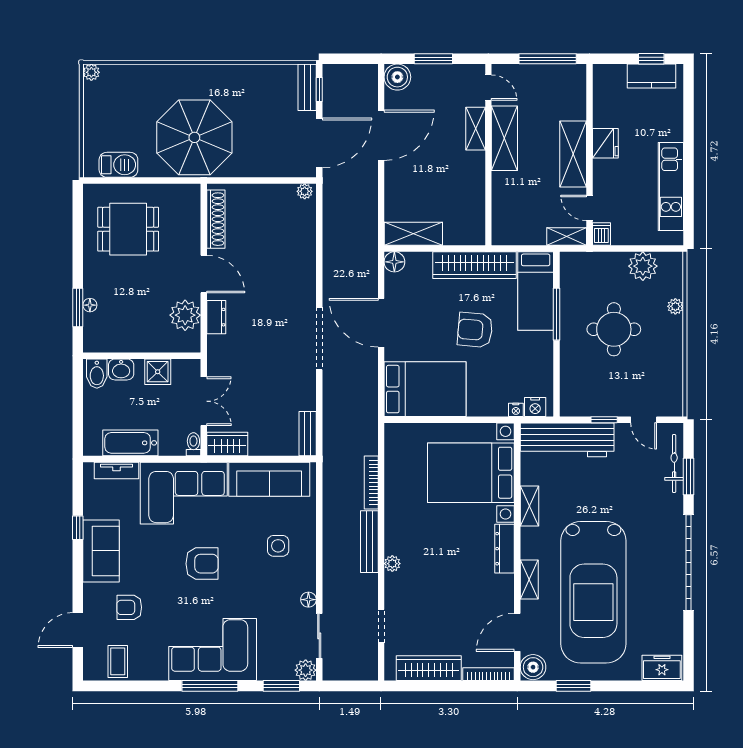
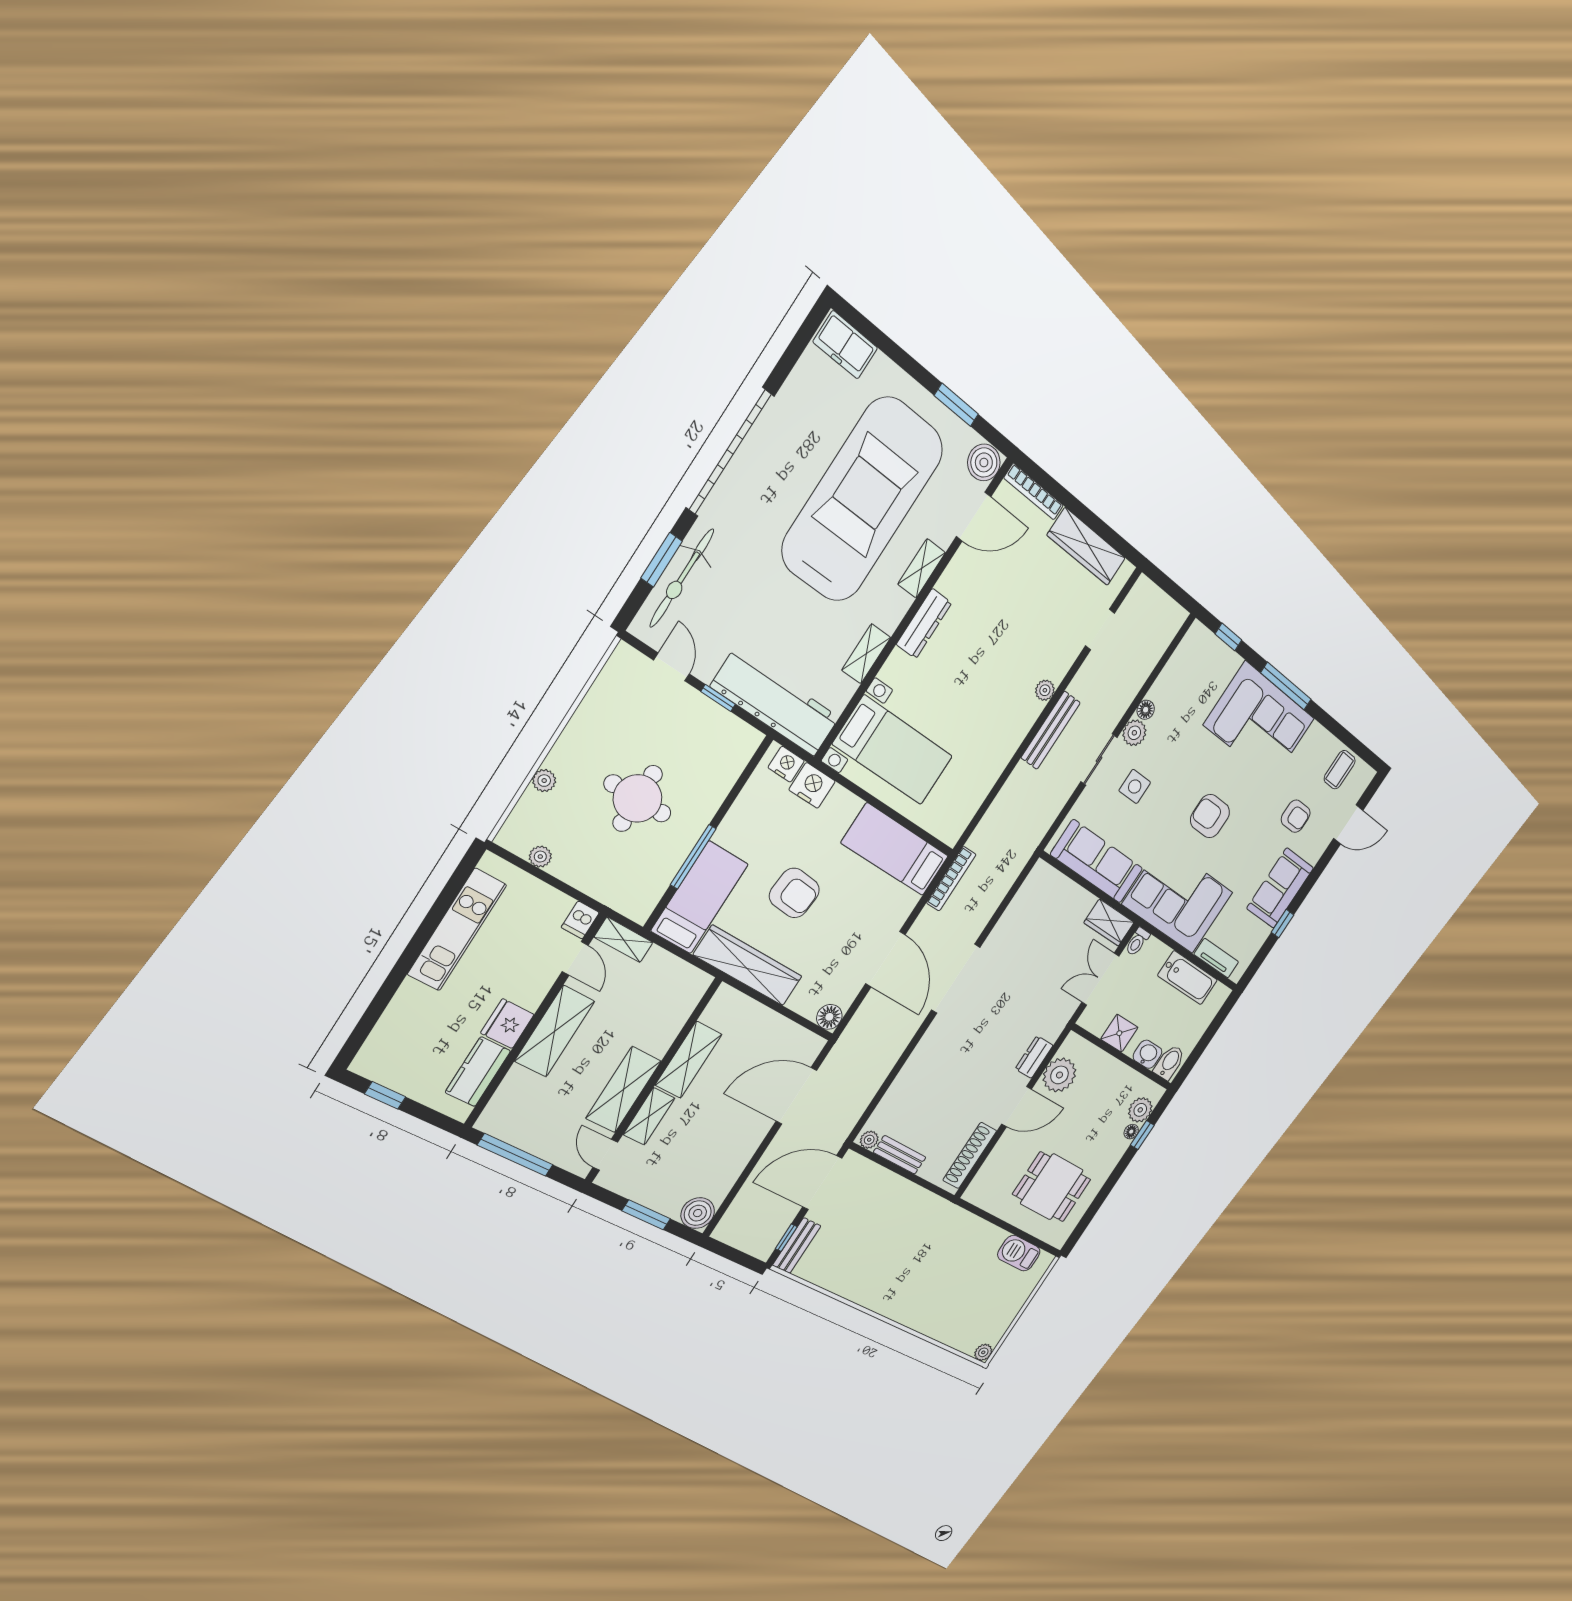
kitchen counter: (651, 76) -> (478, 1072), moved, turned -90
door: (381, 135) -> (796, 1096), moved
parasol: (194, 137) -> (935, 1246), removed
shelving: (413, 234) -> (689, 1060), moved, turned 90
plant: (643, 266) -> (540, 857), width x0.53, depth x0.53
door: (204, 274) -> (1017, 1107), swing flipped
window: (78, 307) -> (1142, 1135), width x0.67
plant: (95, 325) -> (1140, 1110), added
bed: (425, 389) -> (895, 850), width x0.67
nightstand: (516, 410) -> (812, 785), width x1.89, depth x1.79
bench: (308, 434) -> (900, 1155), moved, turned 90
bicycle: (674, 463) -> (682, 578), width x1.37, depth x1.40
bed with nightstands: (471, 473) -> (893, 750), width x0.73
bookcase: (371, 483) -> (951, 879), moved
sliding door: (319, 636) -> (1099, 759), moved
plant: (306, 670) -> (1134, 733), moved
window: (281, 686) -> (1228, 637), width x0.67

